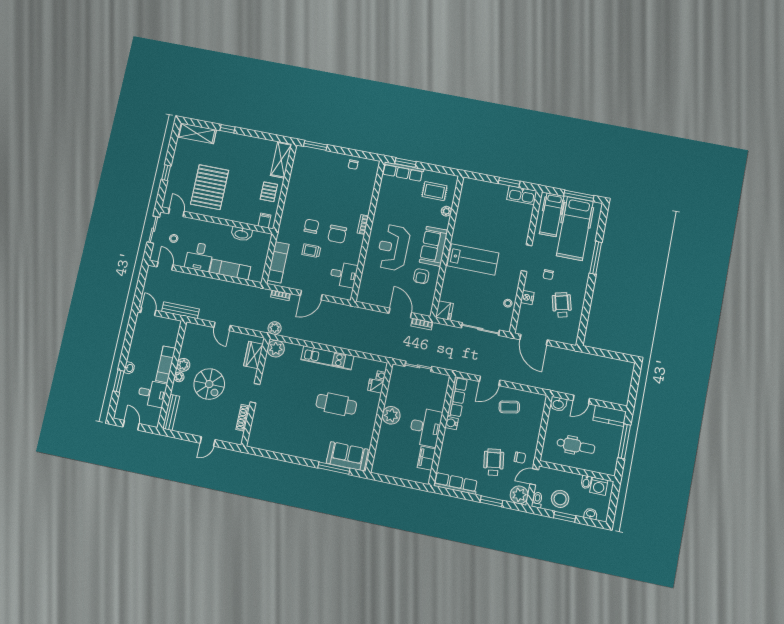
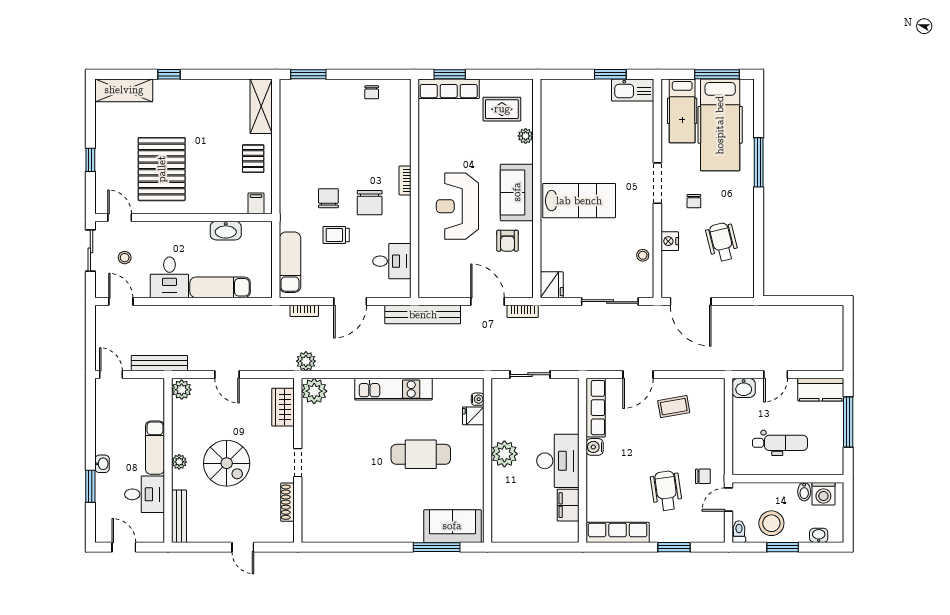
bench: (356, 313) -> (423, 315), added
plant: (183, 365) -> (182, 390), moved
door: (208, 441) -> (243, 547), hinge flipped
plant: (519, 495) -> (712, 530), removed

